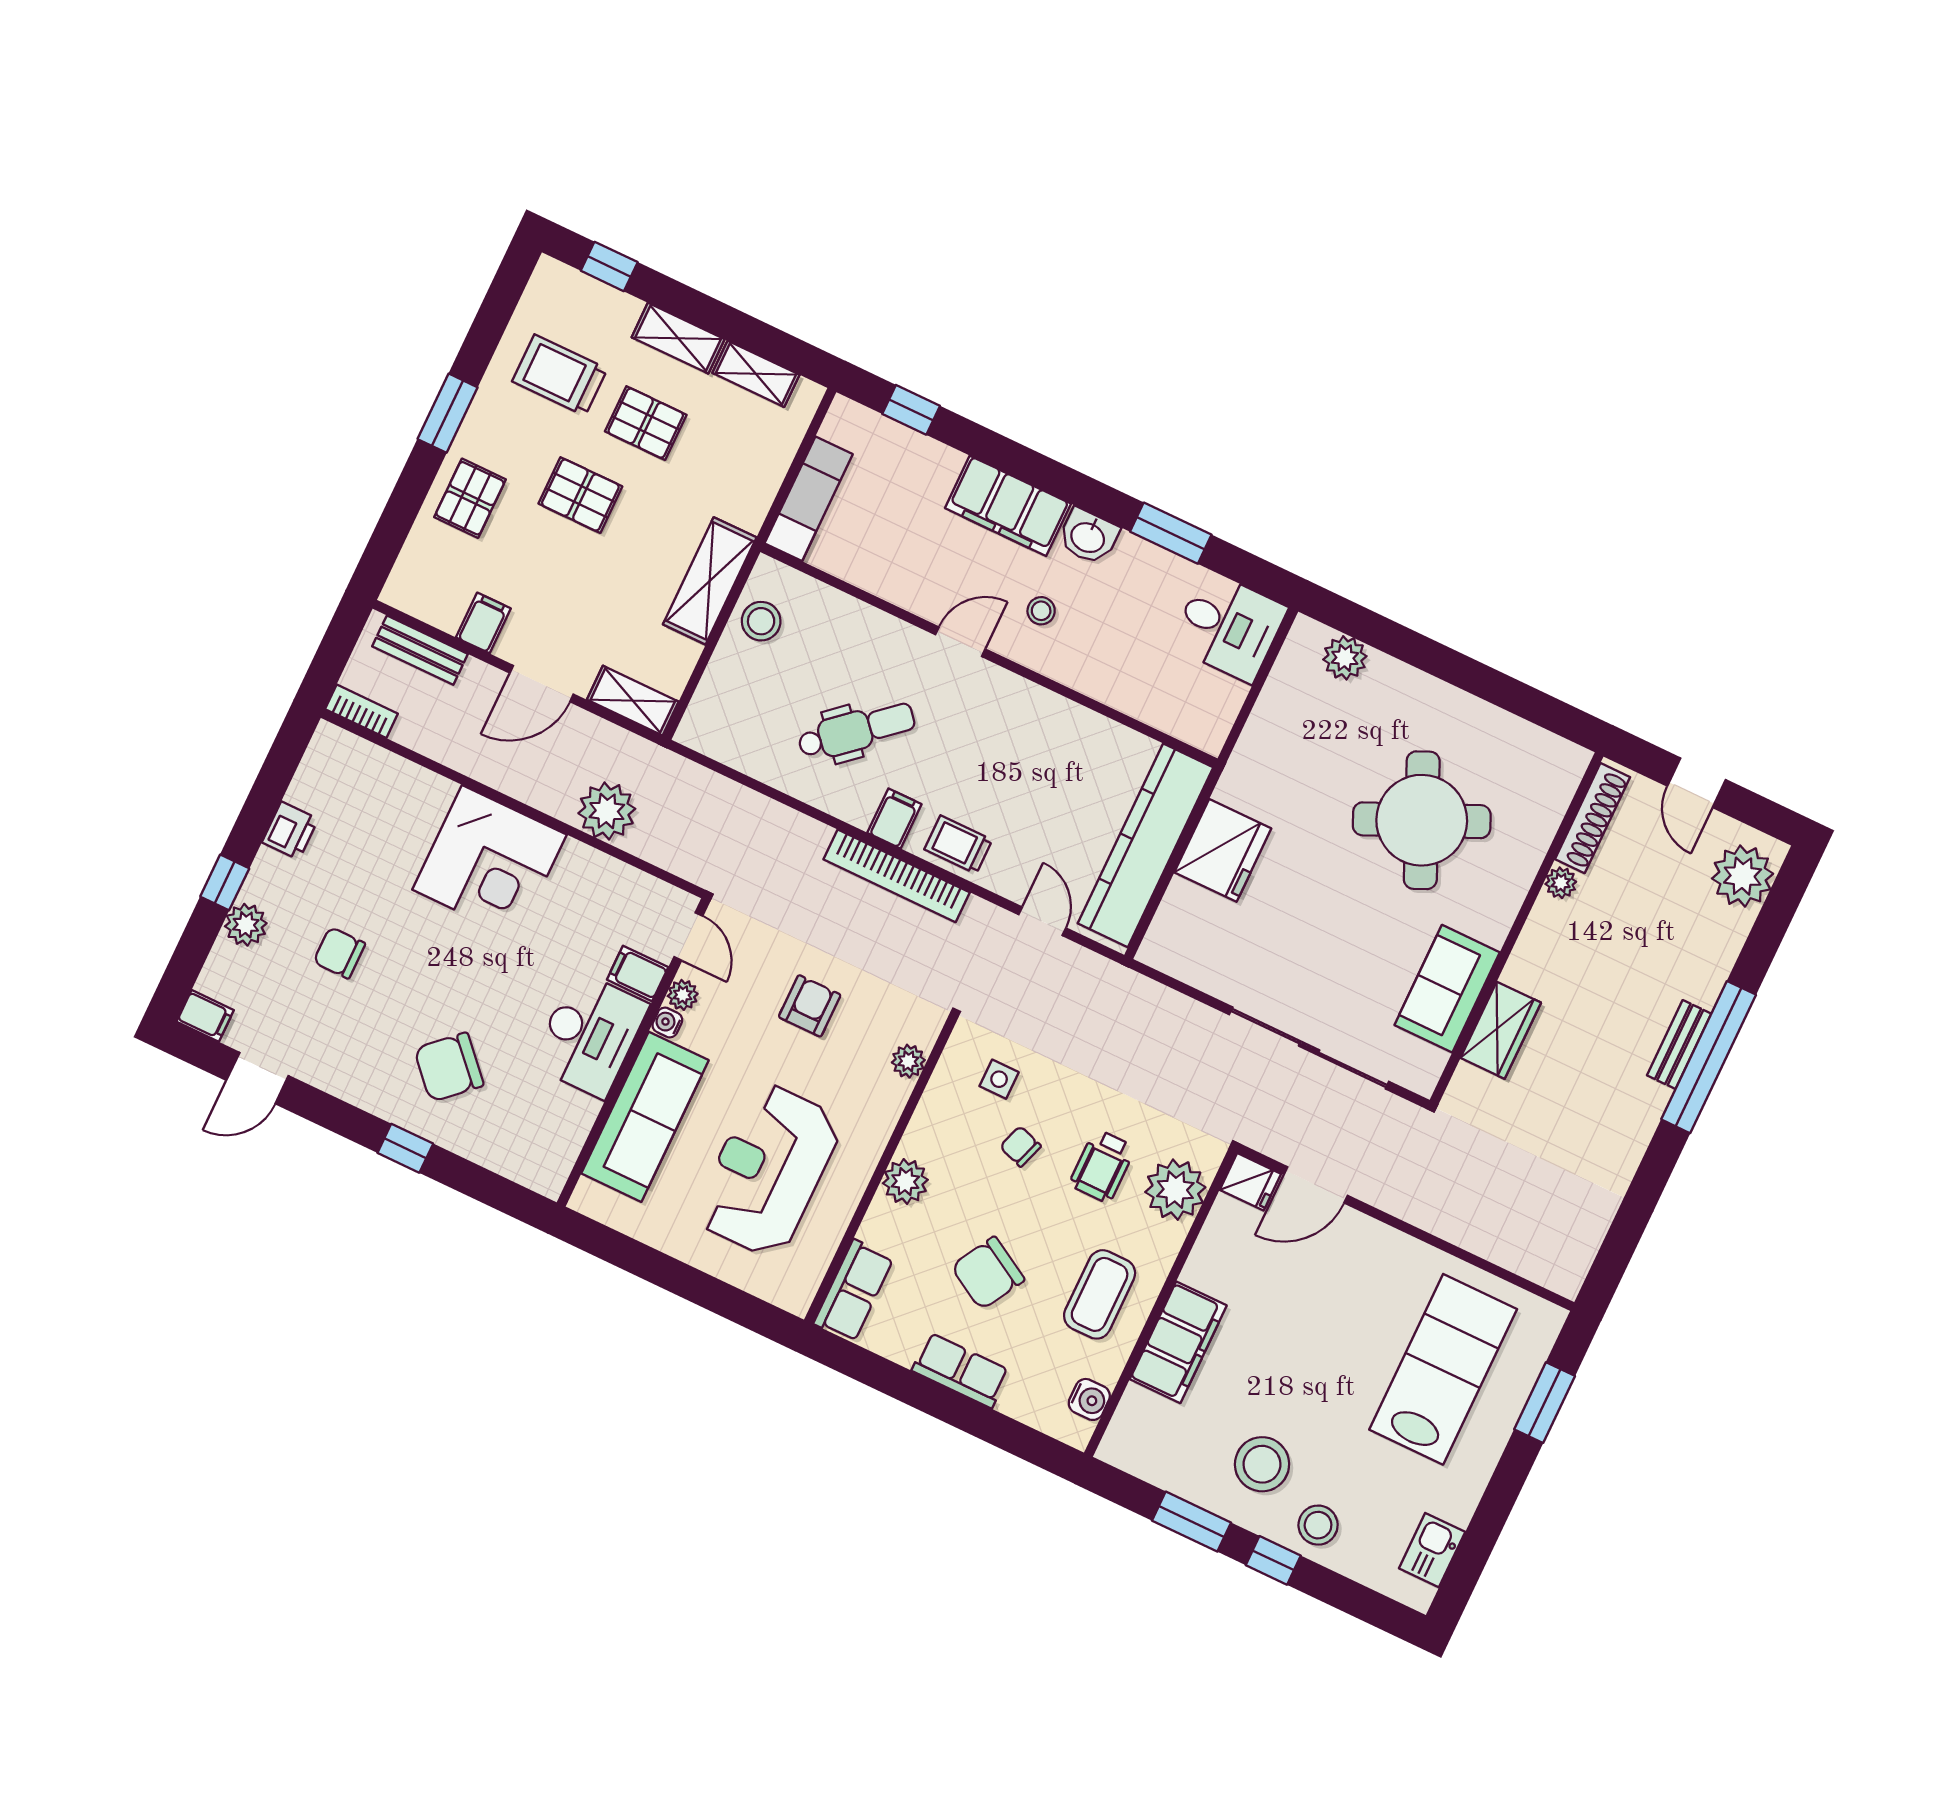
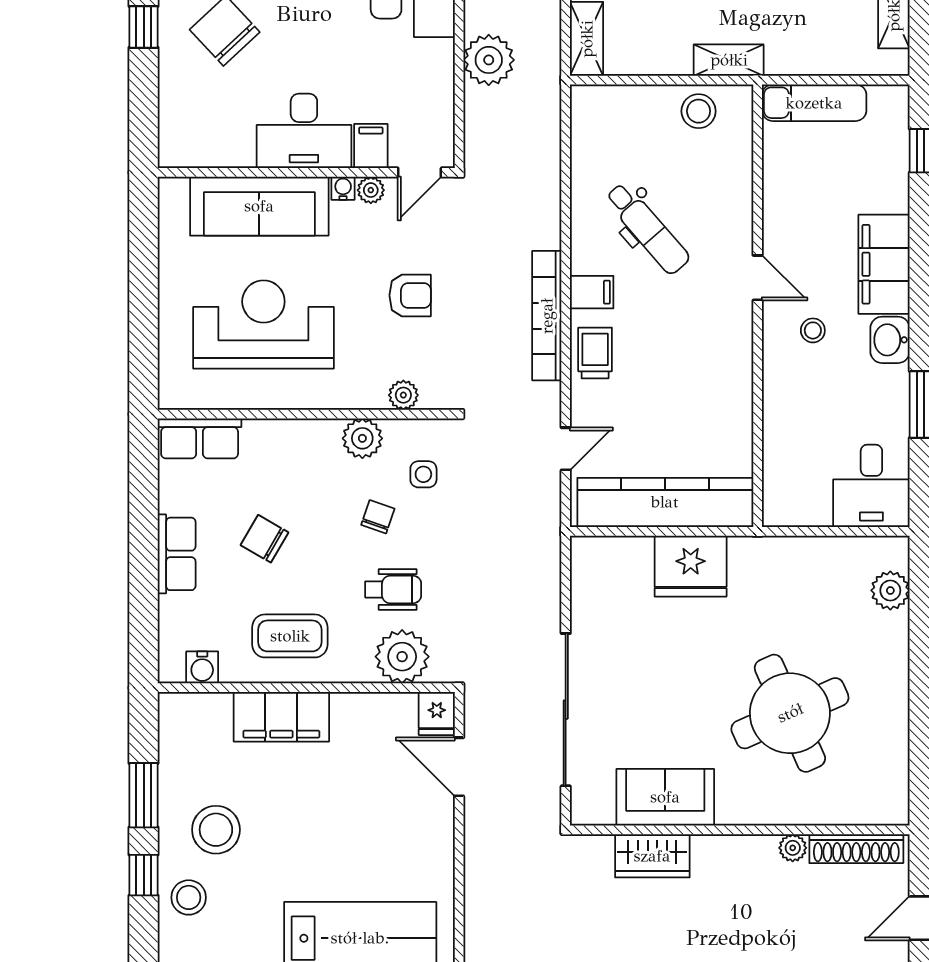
shelving: (710, 581) -> (729, 60), width x0.67, depth x0.75
wheelchair: (1102, 1166) -> (393, 589), turned 180
plant: (905, 1182) -> (362, 438), moved
chair: (988, 1273) -> (265, 539), width x0.73, depth x0.73

